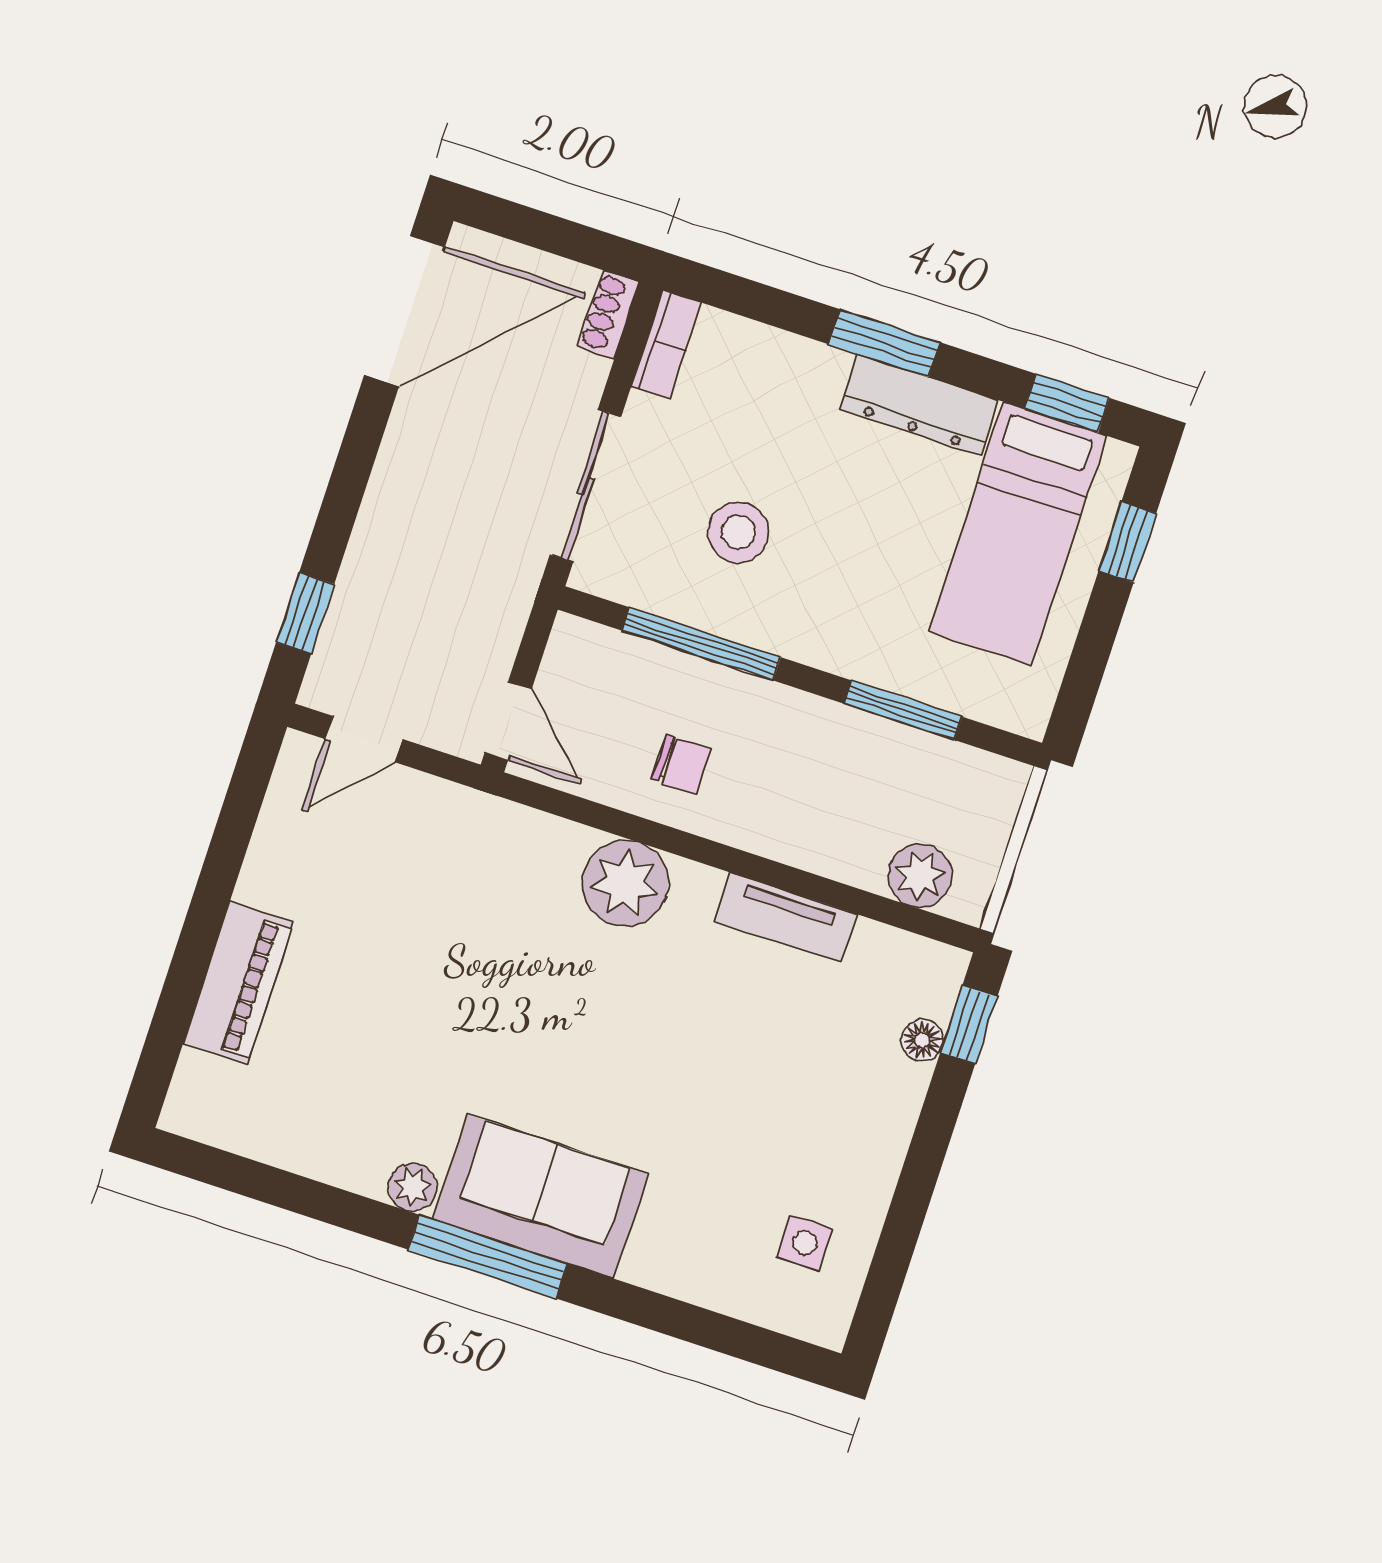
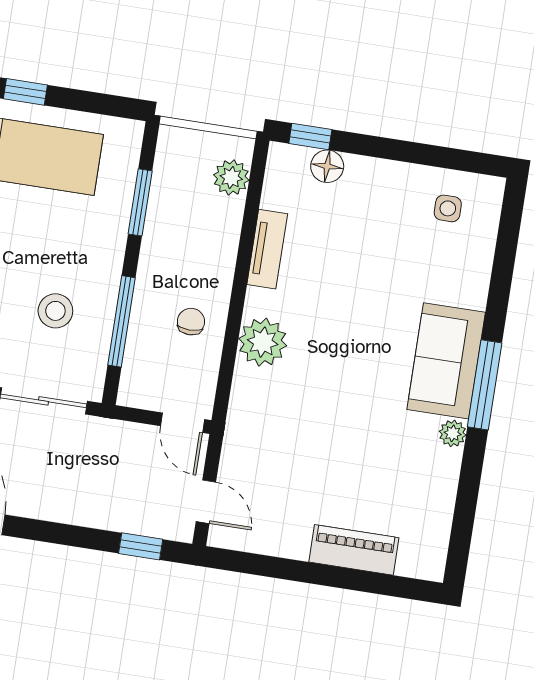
door: (508, 721) -> (182, 423), swing flipped
floor lamp: (922, 1040) -> (327, 166), width x1.37, depth x1.37

